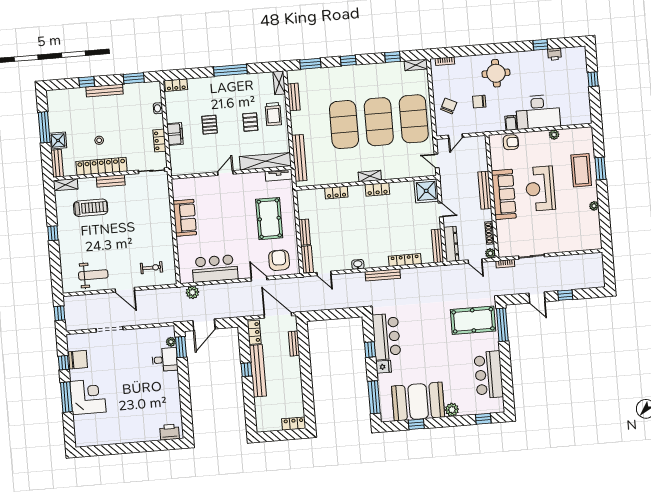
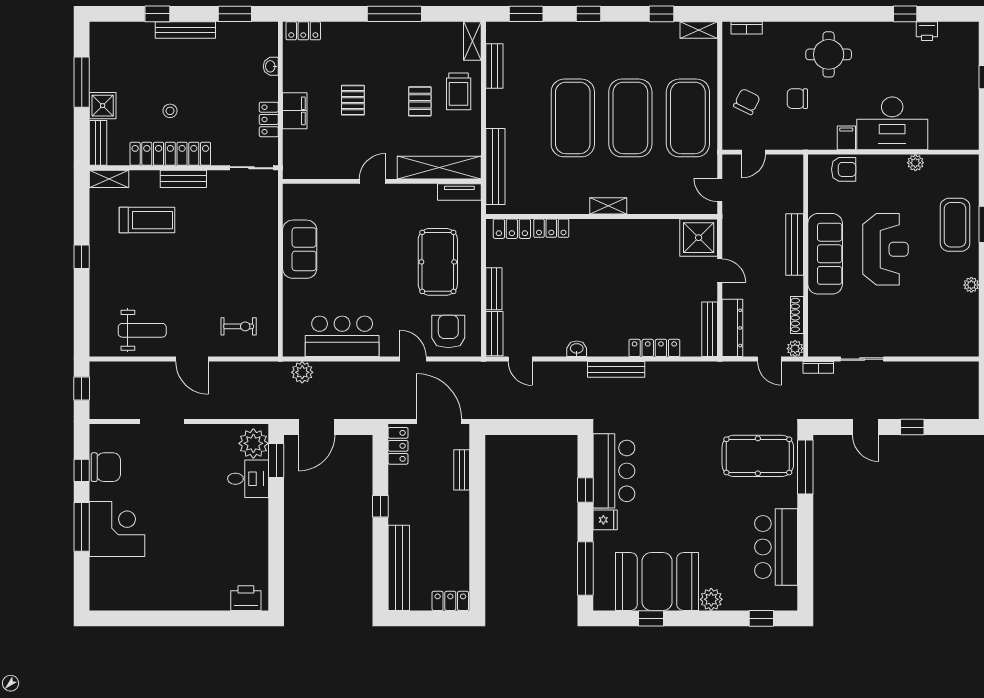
locker: (377, 189) -> (512, 229), moved
reception desk: (540, 189) -> (885, 249), turned 180
plant: (171, 342) -> (253, 443), width x1.88, depth x1.88
bench: (258, 371) -> (399, 568), moved

